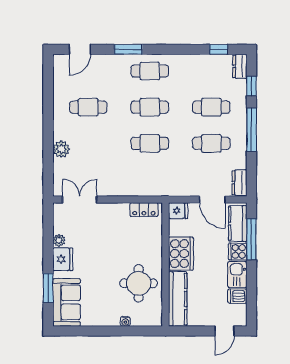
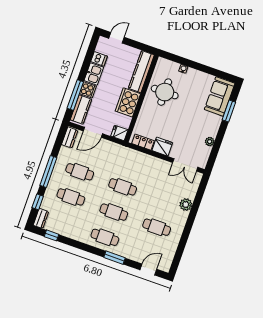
door: (212, 200) -> (93, 132), swing flipped
fridge: (63, 259) -> (162, 147), moved, turned 90

